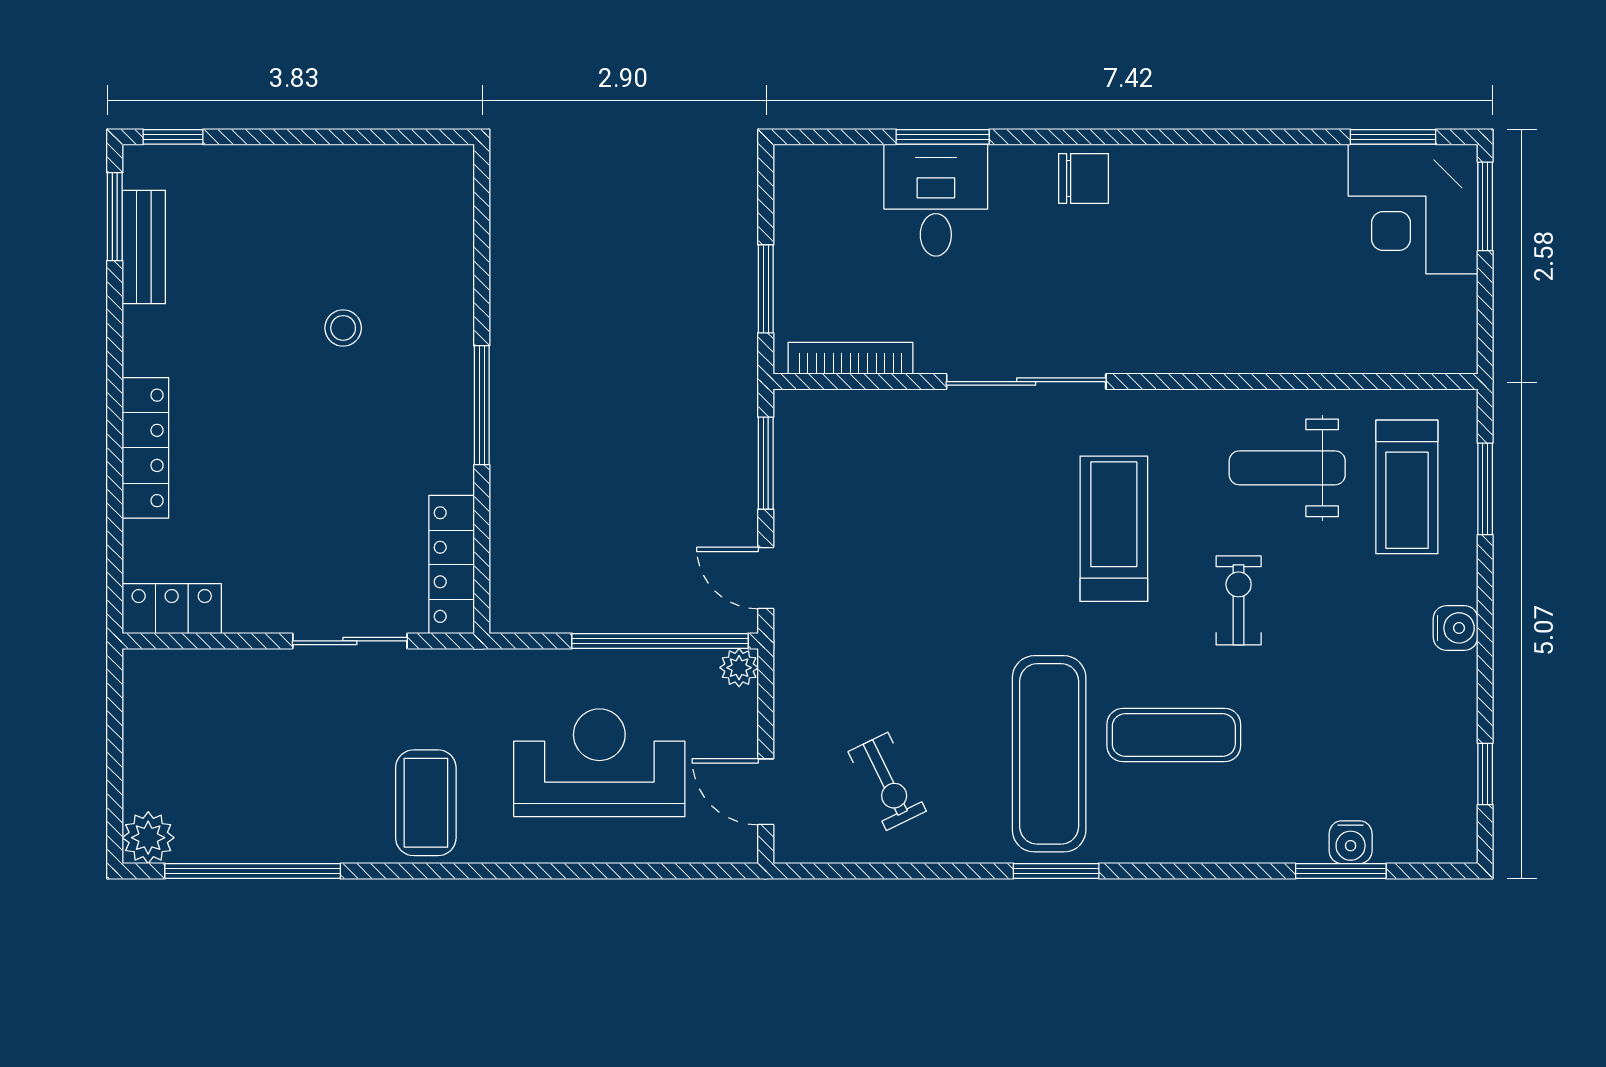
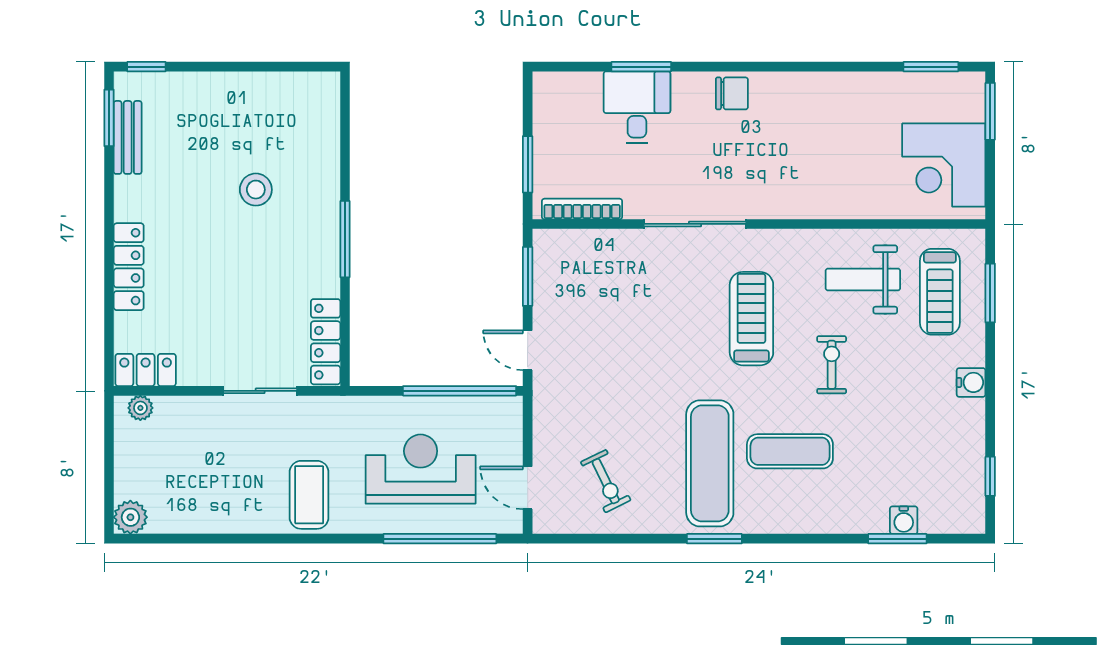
corner desk: (1413, 209) -> (944, 165), moved
stool: (343, 328) -> (256, 190), width x1.37, depth x1.37
plant: (739, 668) -> (140, 408), moved
window: (253, 871) -> (440, 539), moved

